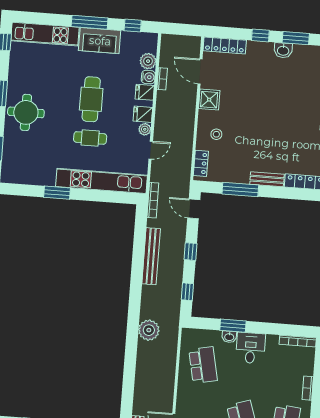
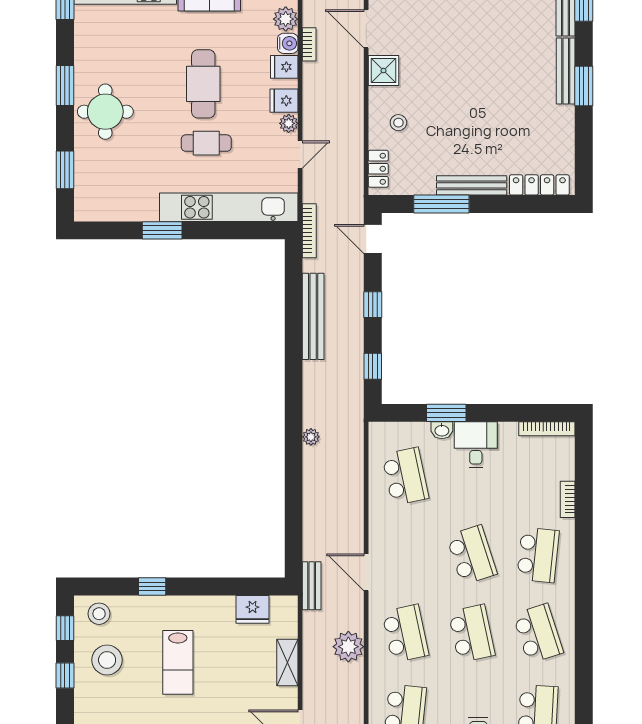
bench: (267, 179) -> (472, 185), width x1.36
plant: (149, 330) -> (311, 437), width x0.53, depth x0.53

